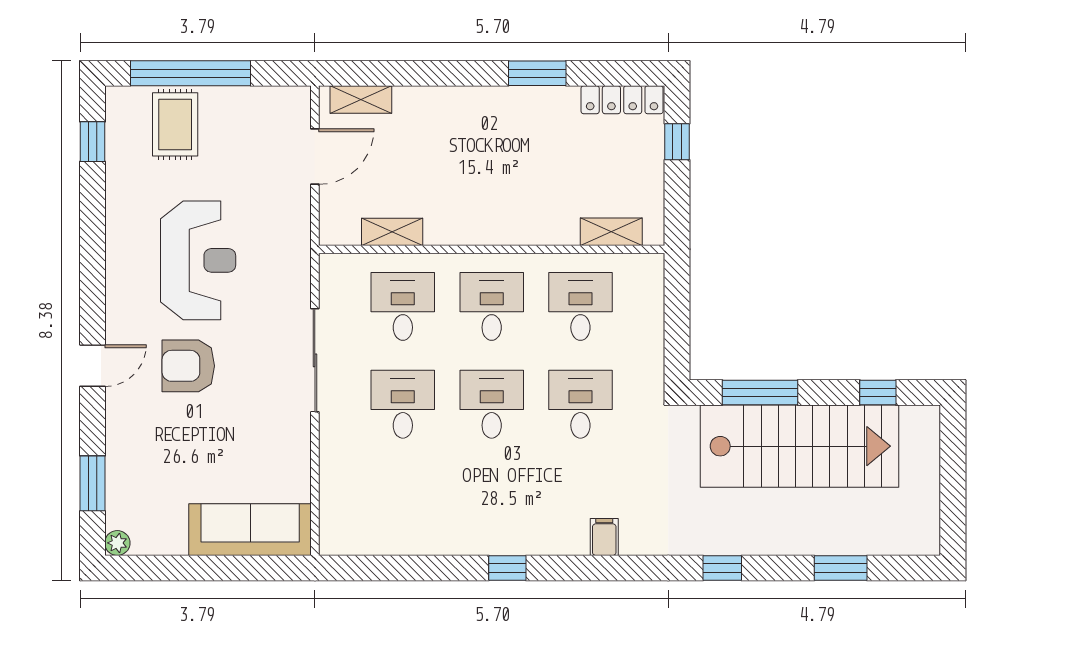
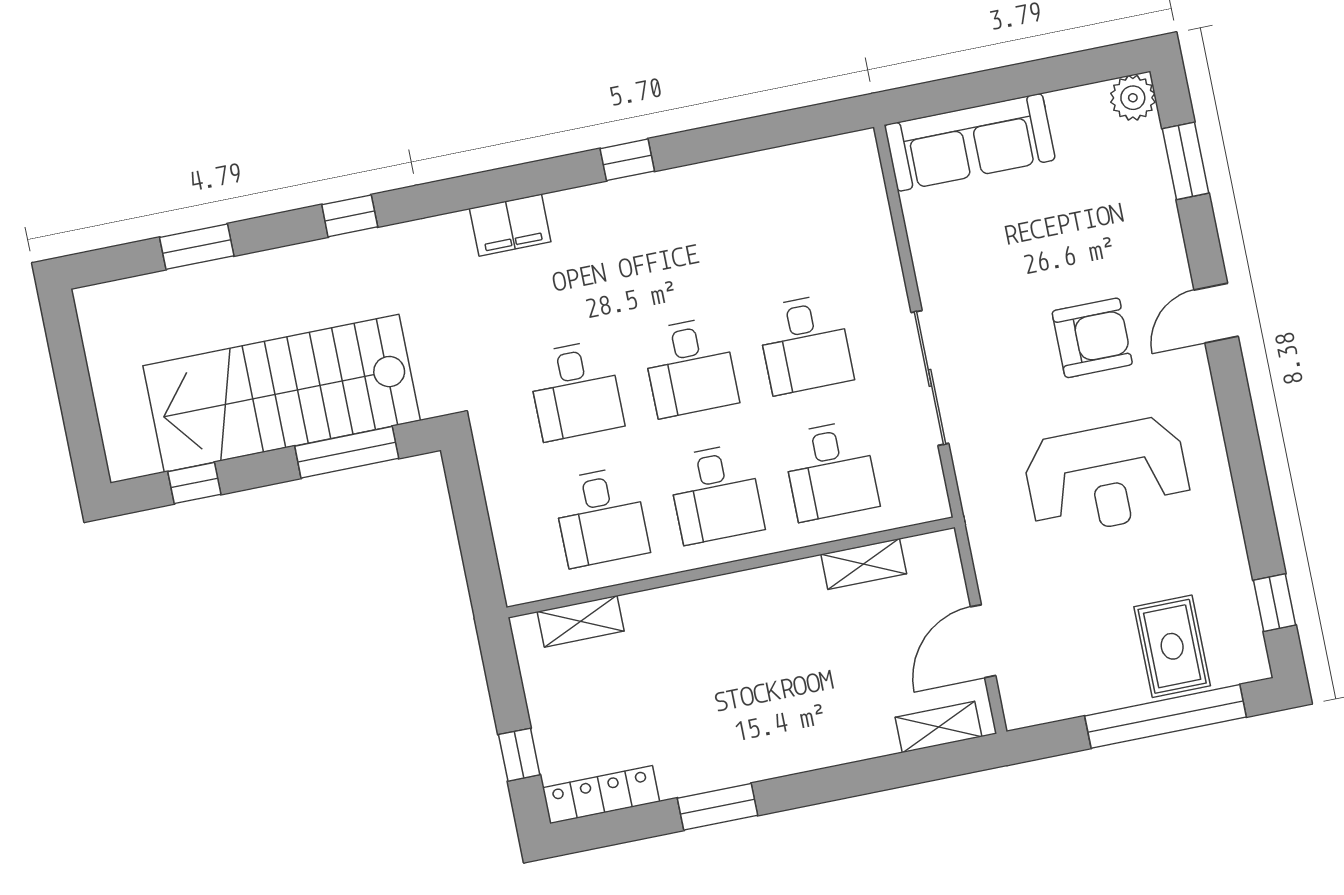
reception desk: (198, 260) -> (1107, 477), turned -90
filing cabinet: (604, 537) -> (510, 225), width x2.00
plant: (117, 543) -> (1133, 98), width x1.38, depth x1.38

